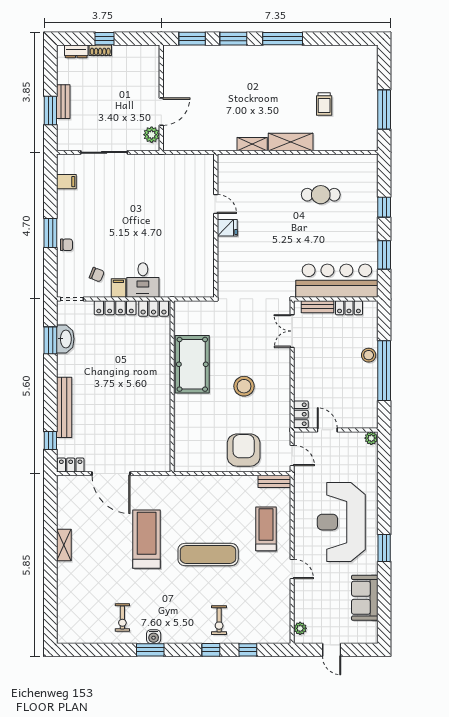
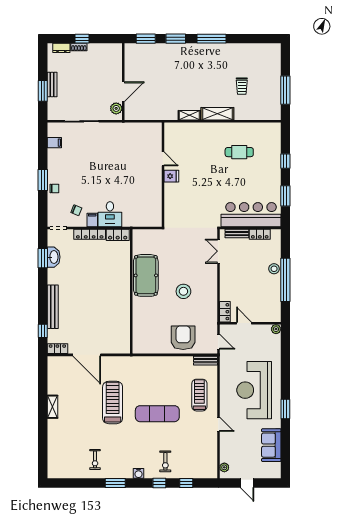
water cooler: (154, 637) -> (138, 473), moved

